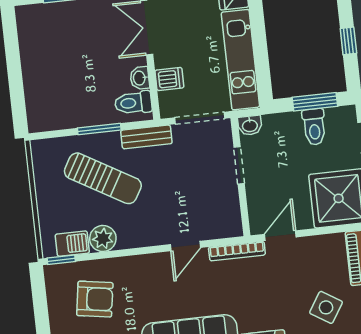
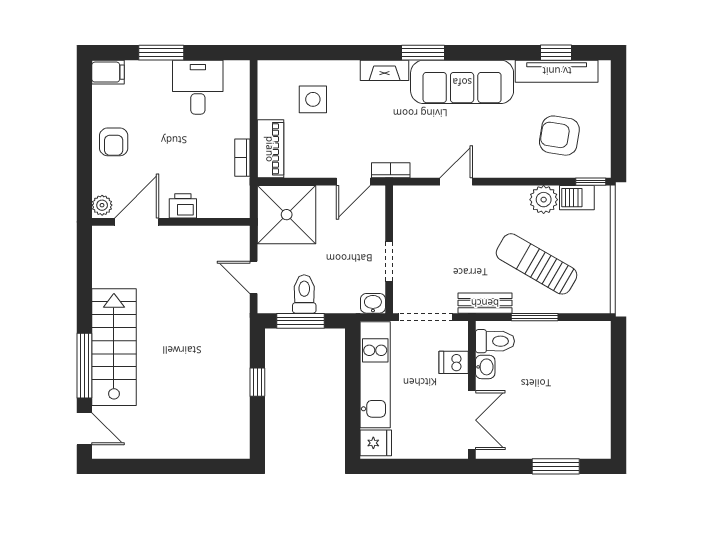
bookcase: (237, 251) -> (391, 170), width x0.64
side table: (326, 307) -> (313, 99), turned -32

